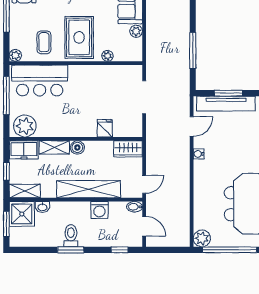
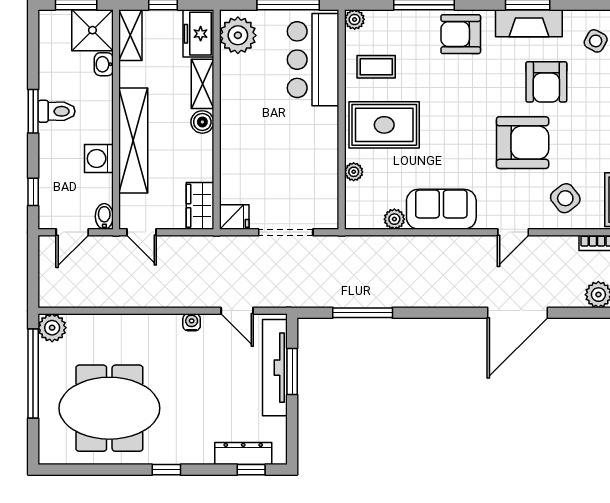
fridge: (105, 128) -> (234, 217), moved

